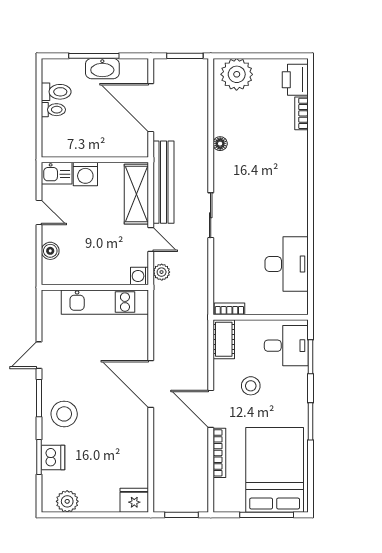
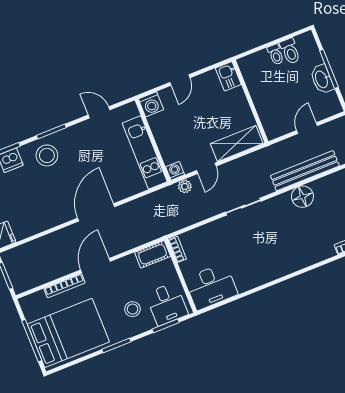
door: (151, 108) -> (307, 128), width x0.53
floor lamp: (220, 144) -> (302, 197), width x1.89, depth x1.89
washing machine: (85, 174) -> (151, 104), moved, turned -90
bench: (163, 182) -> (305, 171), moved
door: (39, 213) -> (180, 80), moved
boiler: (50, 251) -> (167, 95), removed
desk: (287, 264) -> (211, 287), moved
door: (39, 355) -> (99, 112), moved
stool: (251, 386) -> (133, 309), moved

